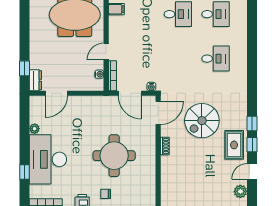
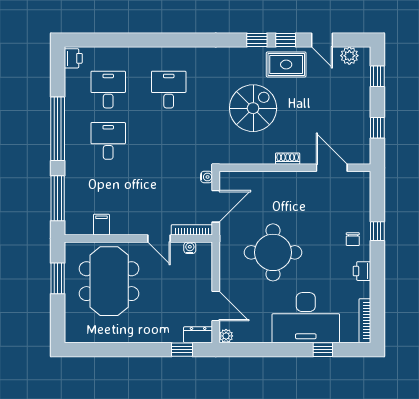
door: (158, 113) -> (332, 168), moved
spiral stairs: (202, 121) -> (253, 108), turned -90
plant: (35, 129) -> (226, 336), moved
round table: (114, 156) -> (273, 252), moved

